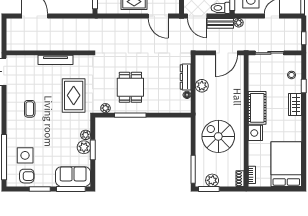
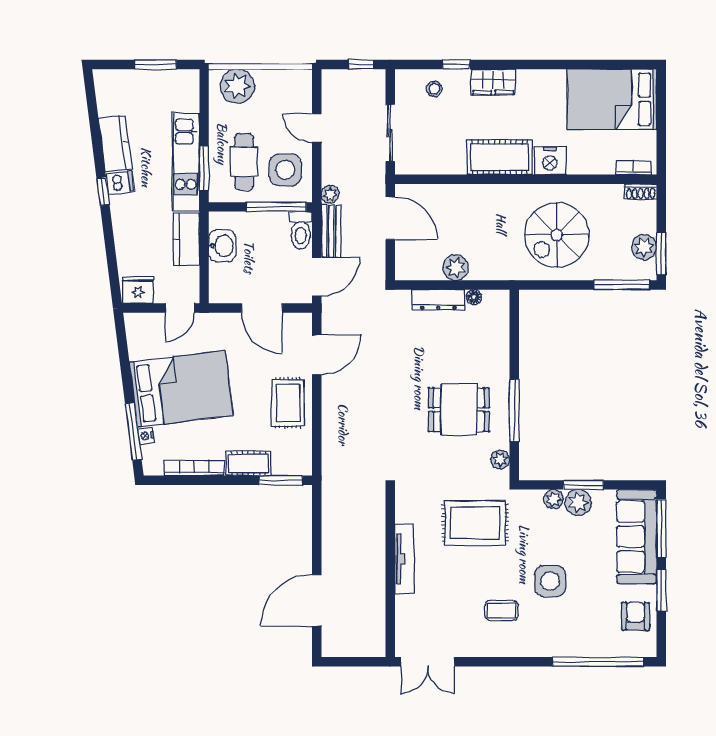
side table: (25, 155) -> (550, 581), moved
sofa: (73, 177) -> (637, 537), width x1.36

